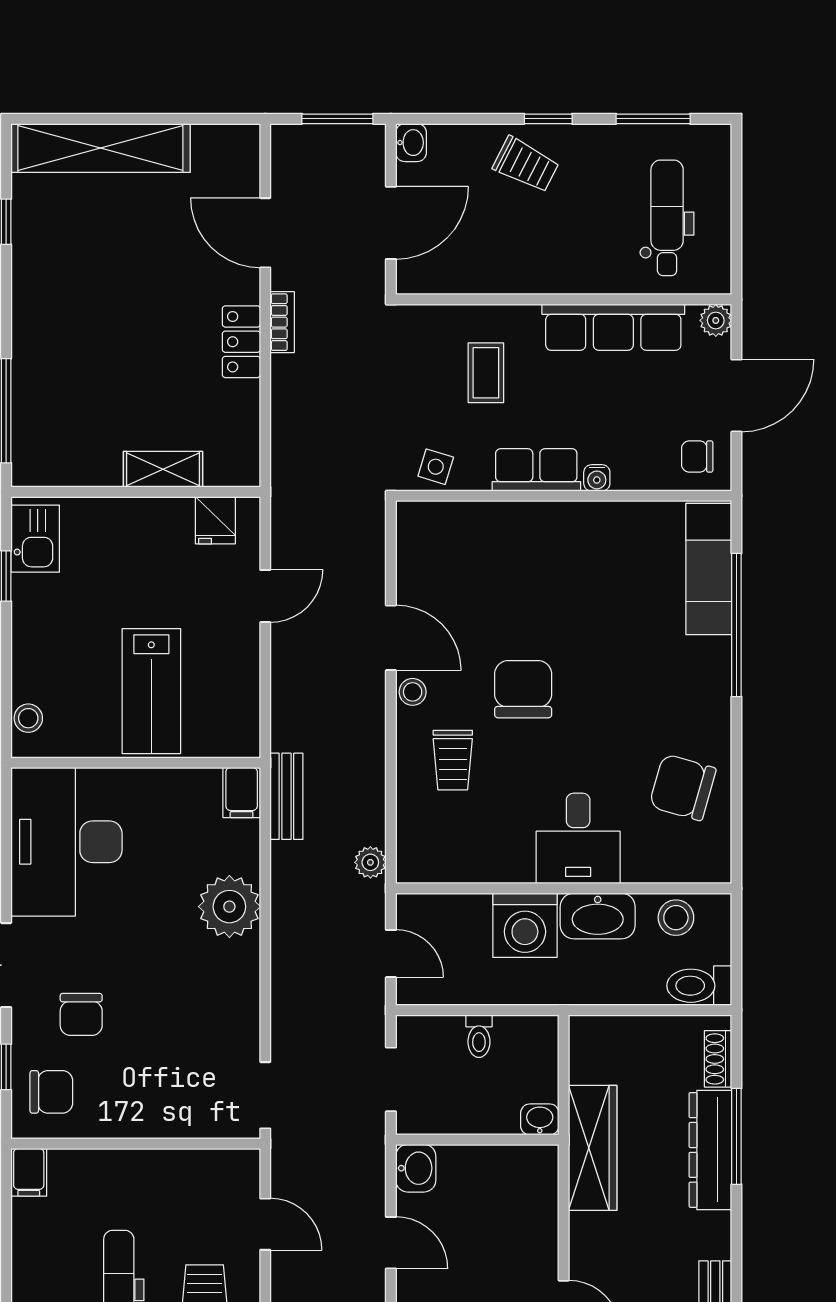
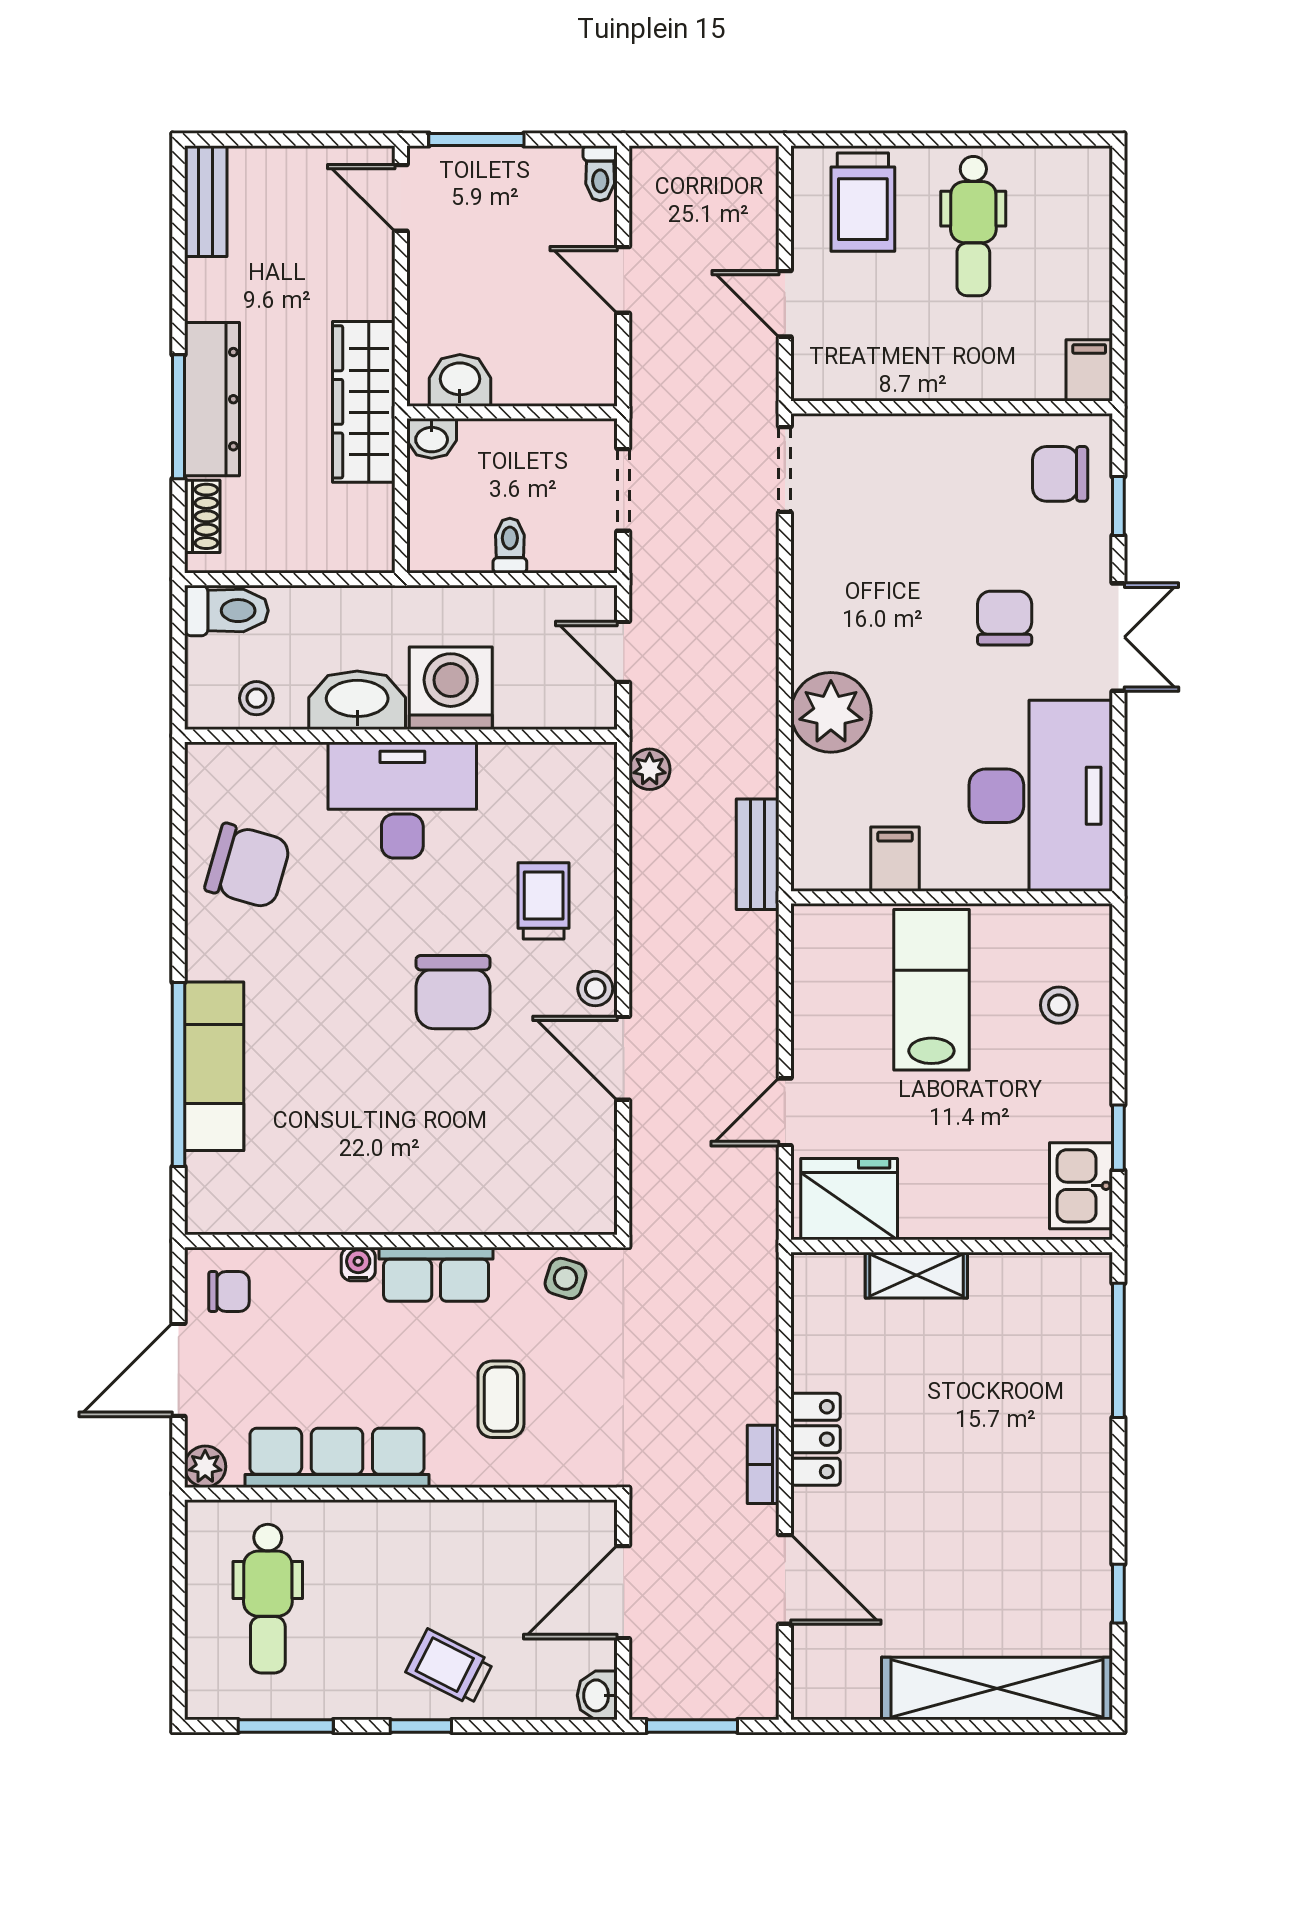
fridge: (215, 520) -> (849, 1199), width x1.88, depth x1.34
exam couch: (709, 569) -> (214, 1066), moved
stool: (28, 718) -> (1059, 1005), moved
filing cabinet: (242, 792) -> (895, 859), moved
desk: (578, 838) -> (402, 800), width x1.37
stool: (676, 918) -> (256, 698), width x0.73, depth x0.73
chair: (81, 1014) -> (1005, 618), moved
washbasin: (416, 1168) -> (460, 380), moved, turned 90

